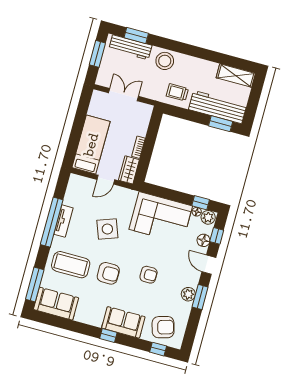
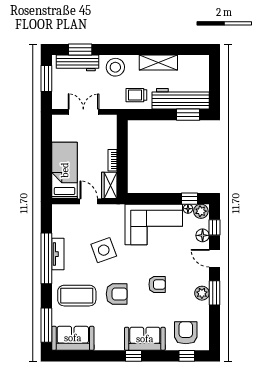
shelving: (236, 76) -> (158, 63), moved
door: (106, 180) -> (89, 201), swing flipped
armchair: (163, 327) -> (186, 333), turned -74

